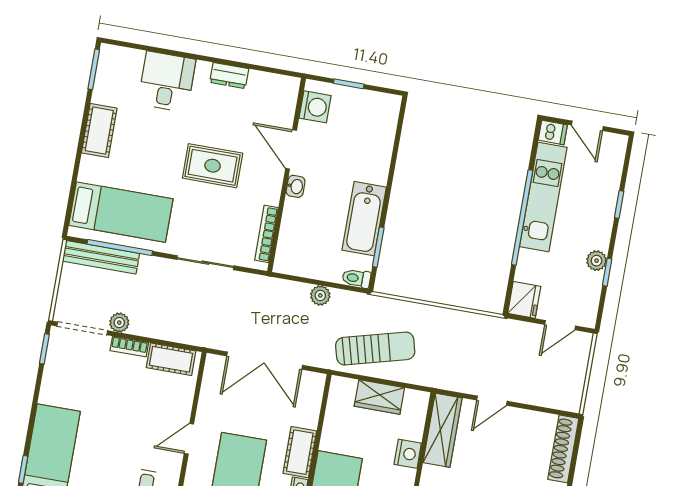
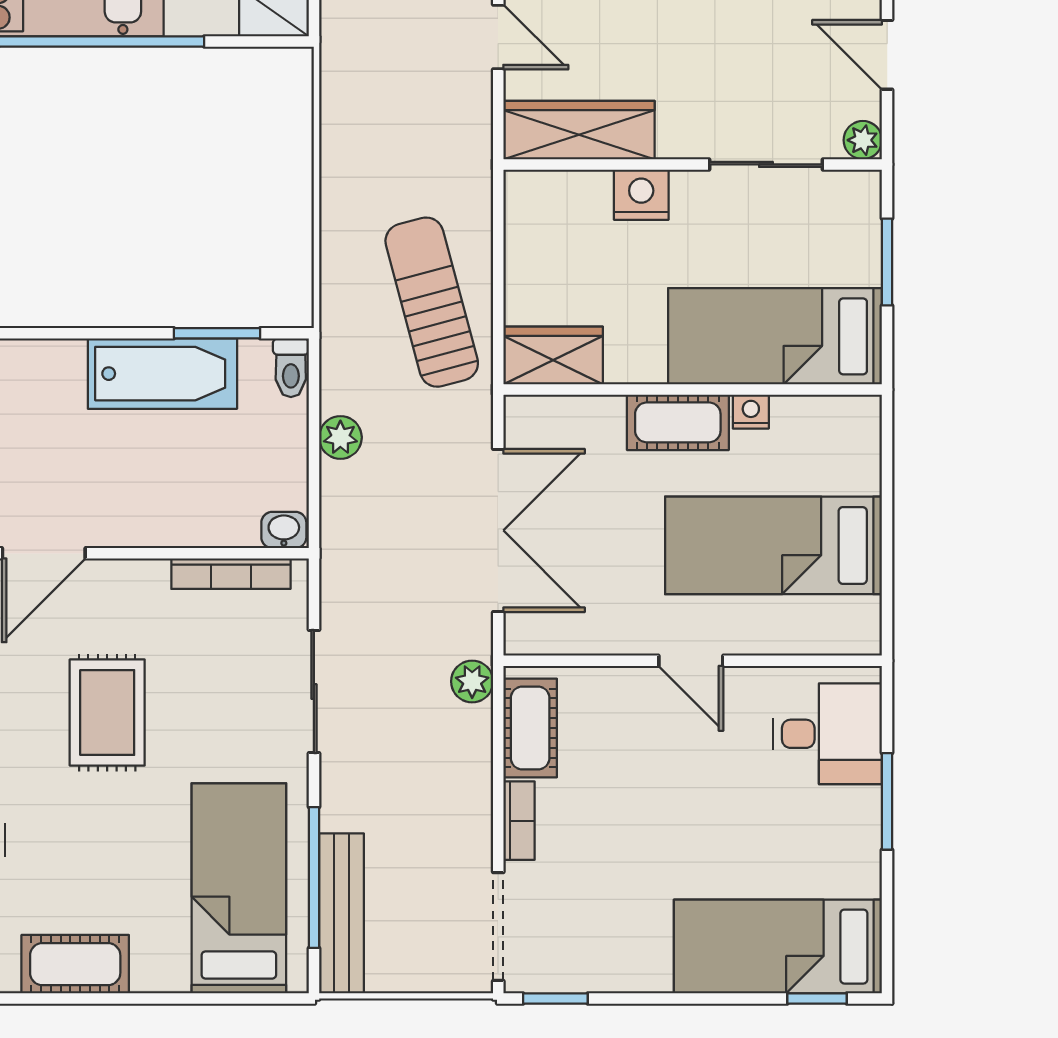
washbasin: (296, 186) -> (284, 530), moved
plant: (119, 323) -> (472, 681), moved
wardrobe: (379, 397) -> (553, 356), moved, turned -90

